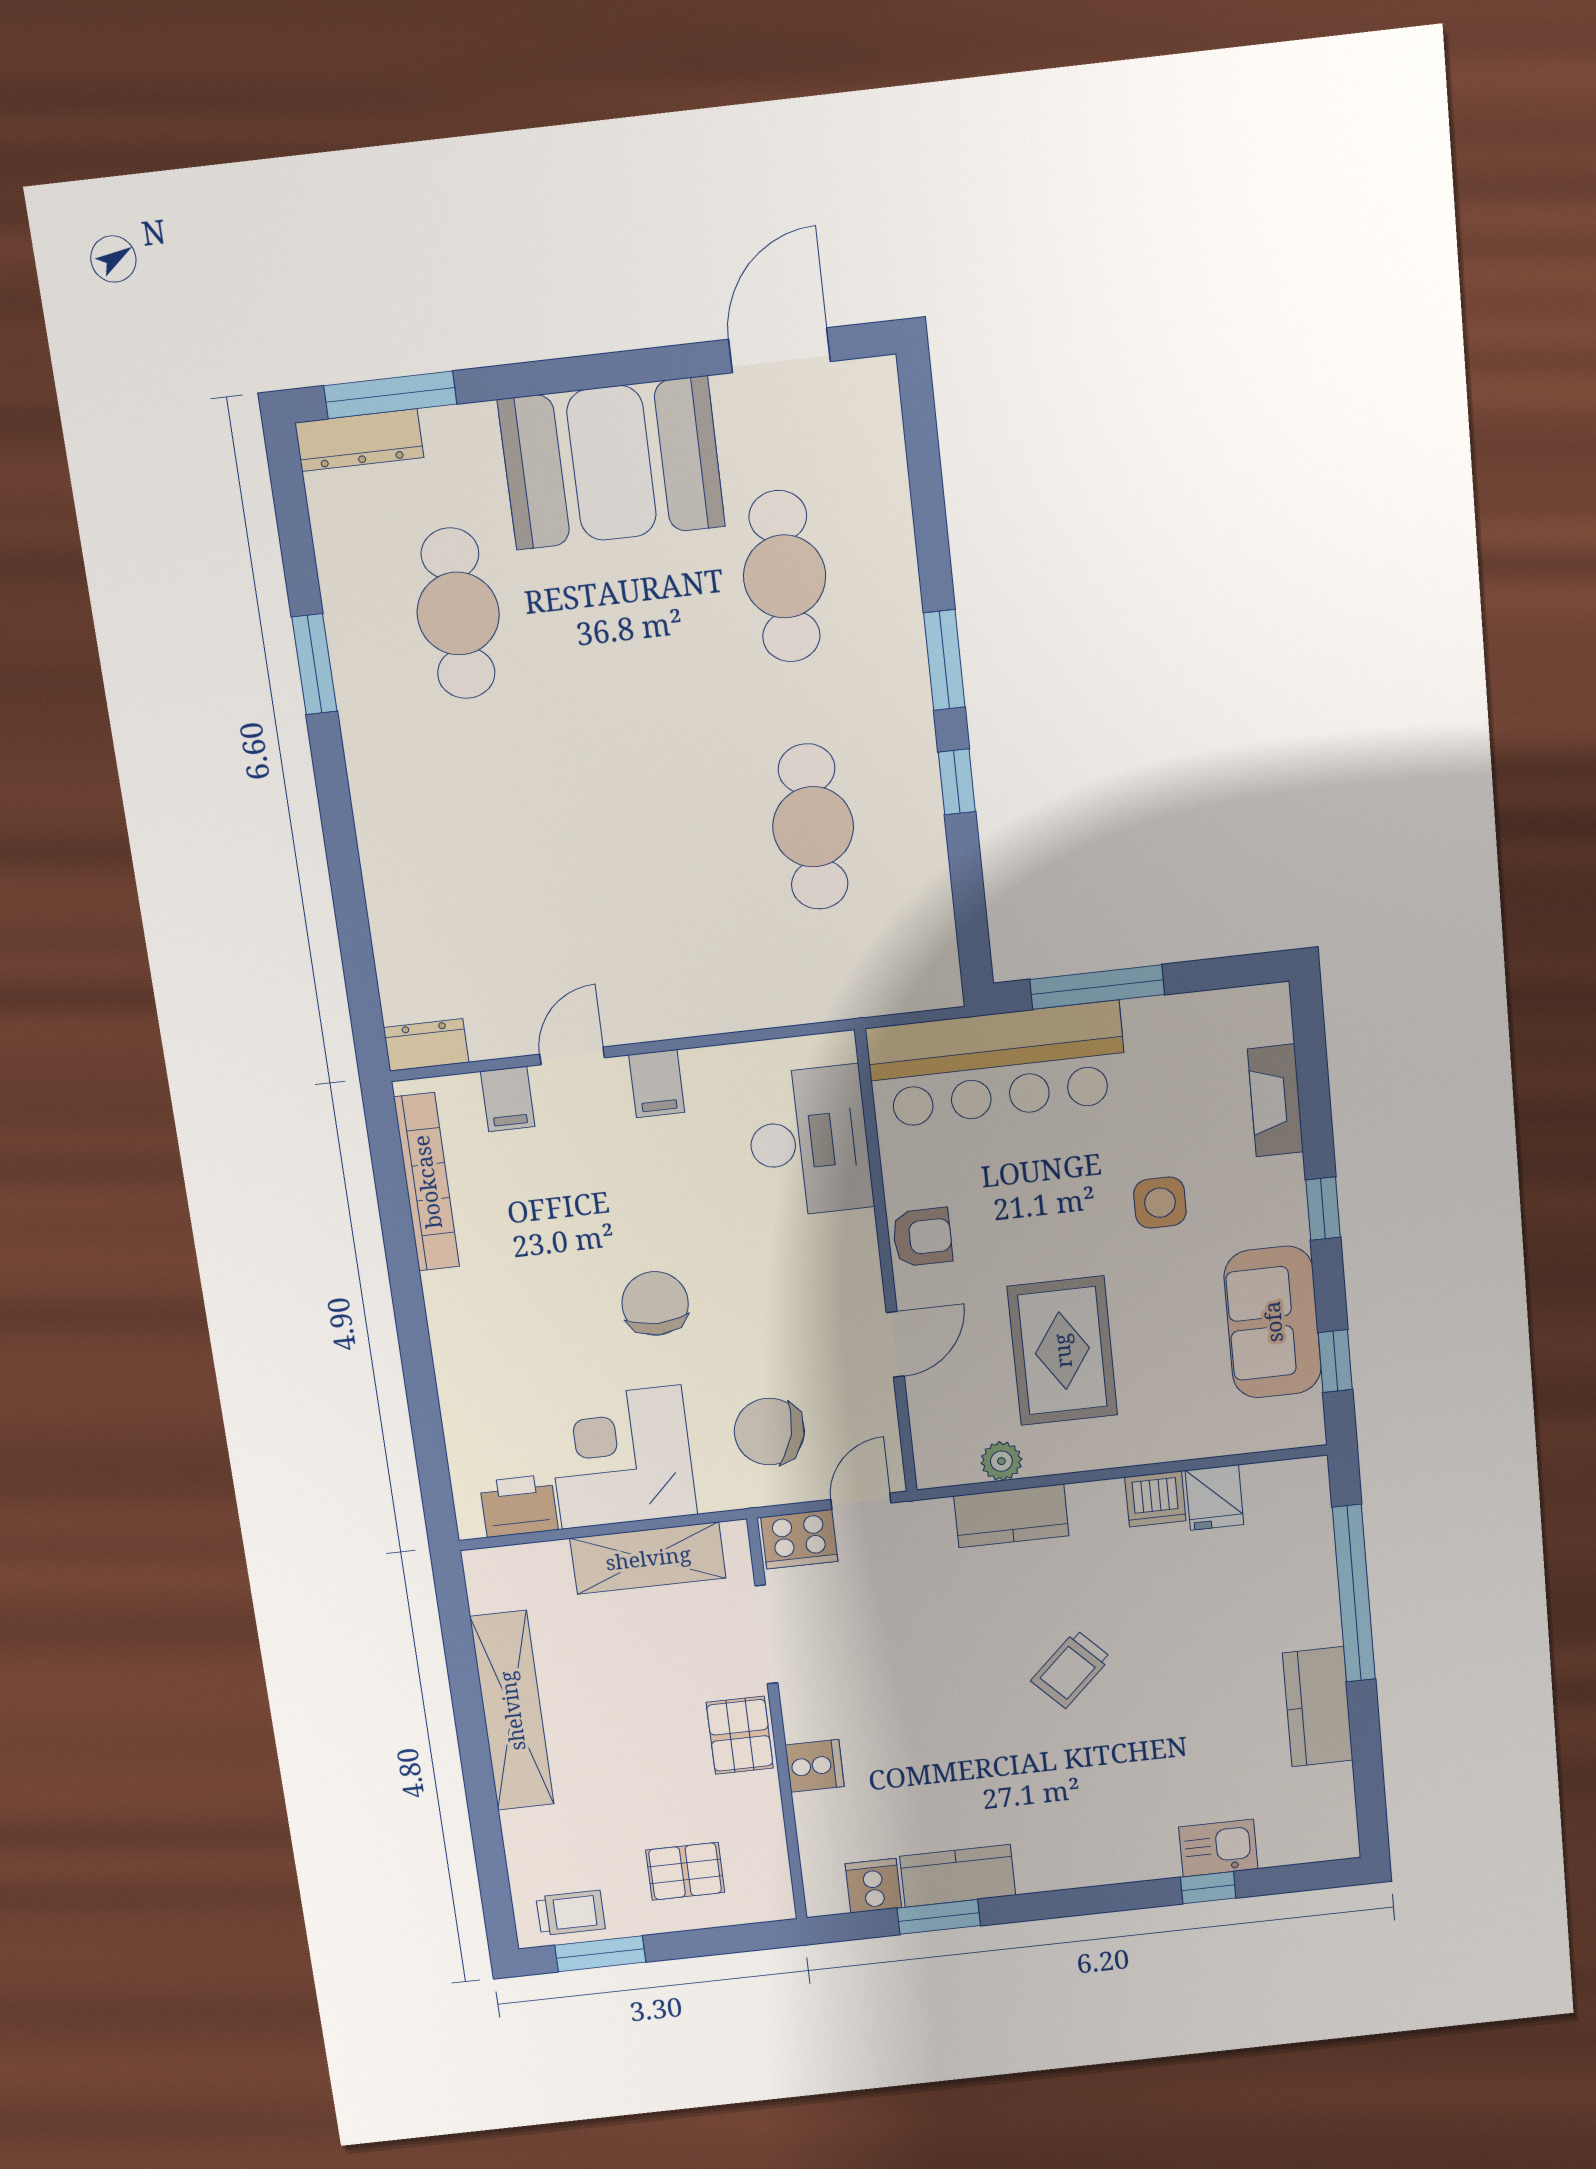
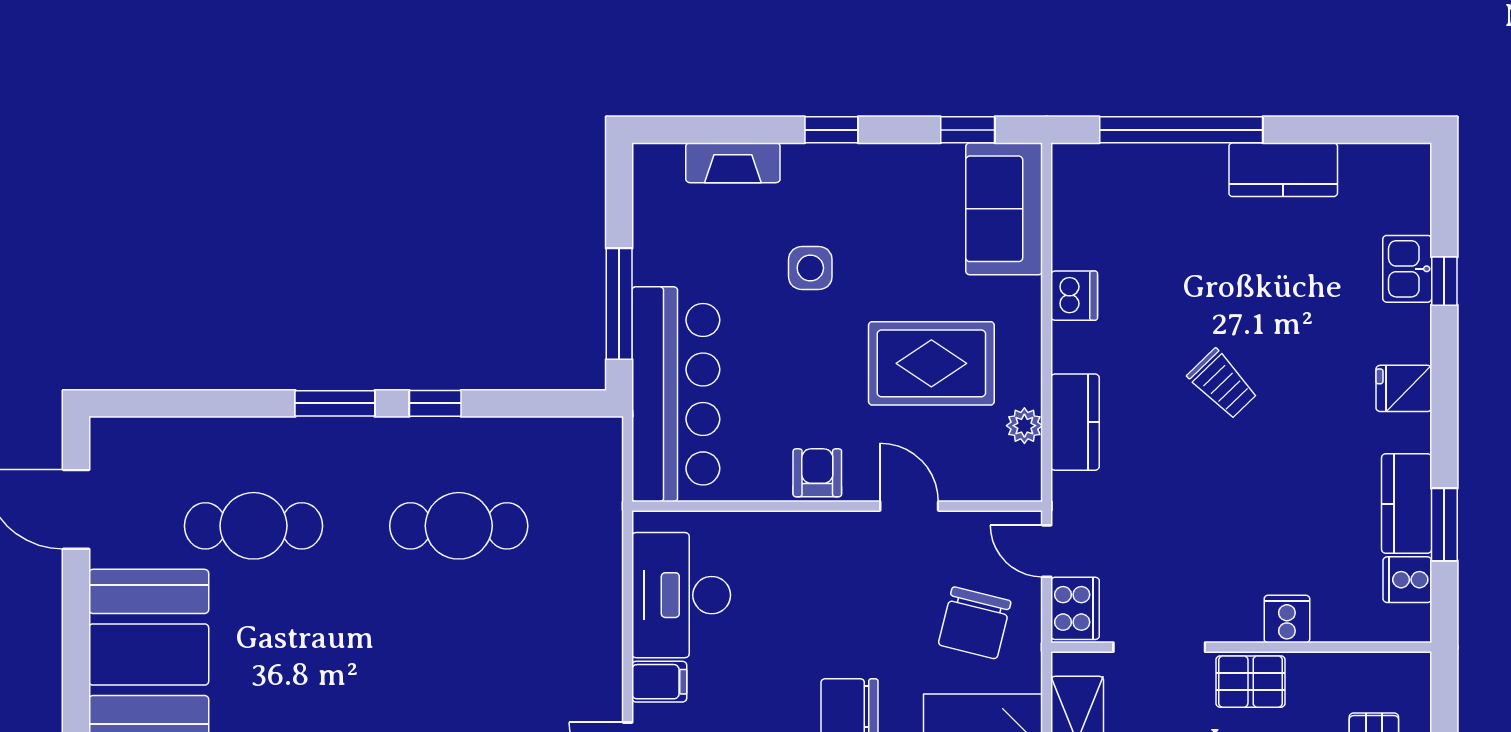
desk: (809, 1142) -> (681, 595), moved, turned -90
sofa: (1273, 1322) -> (1004, 209), moved, turned 90
fridge: (1214, 1497) -> (1404, 388), moved, turned 180

